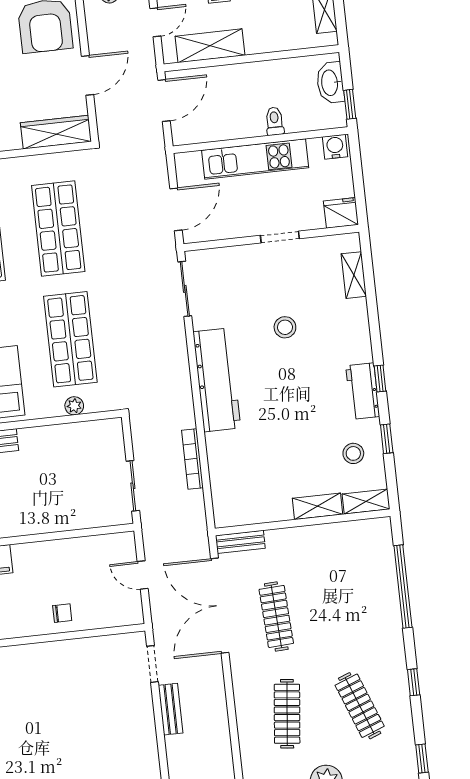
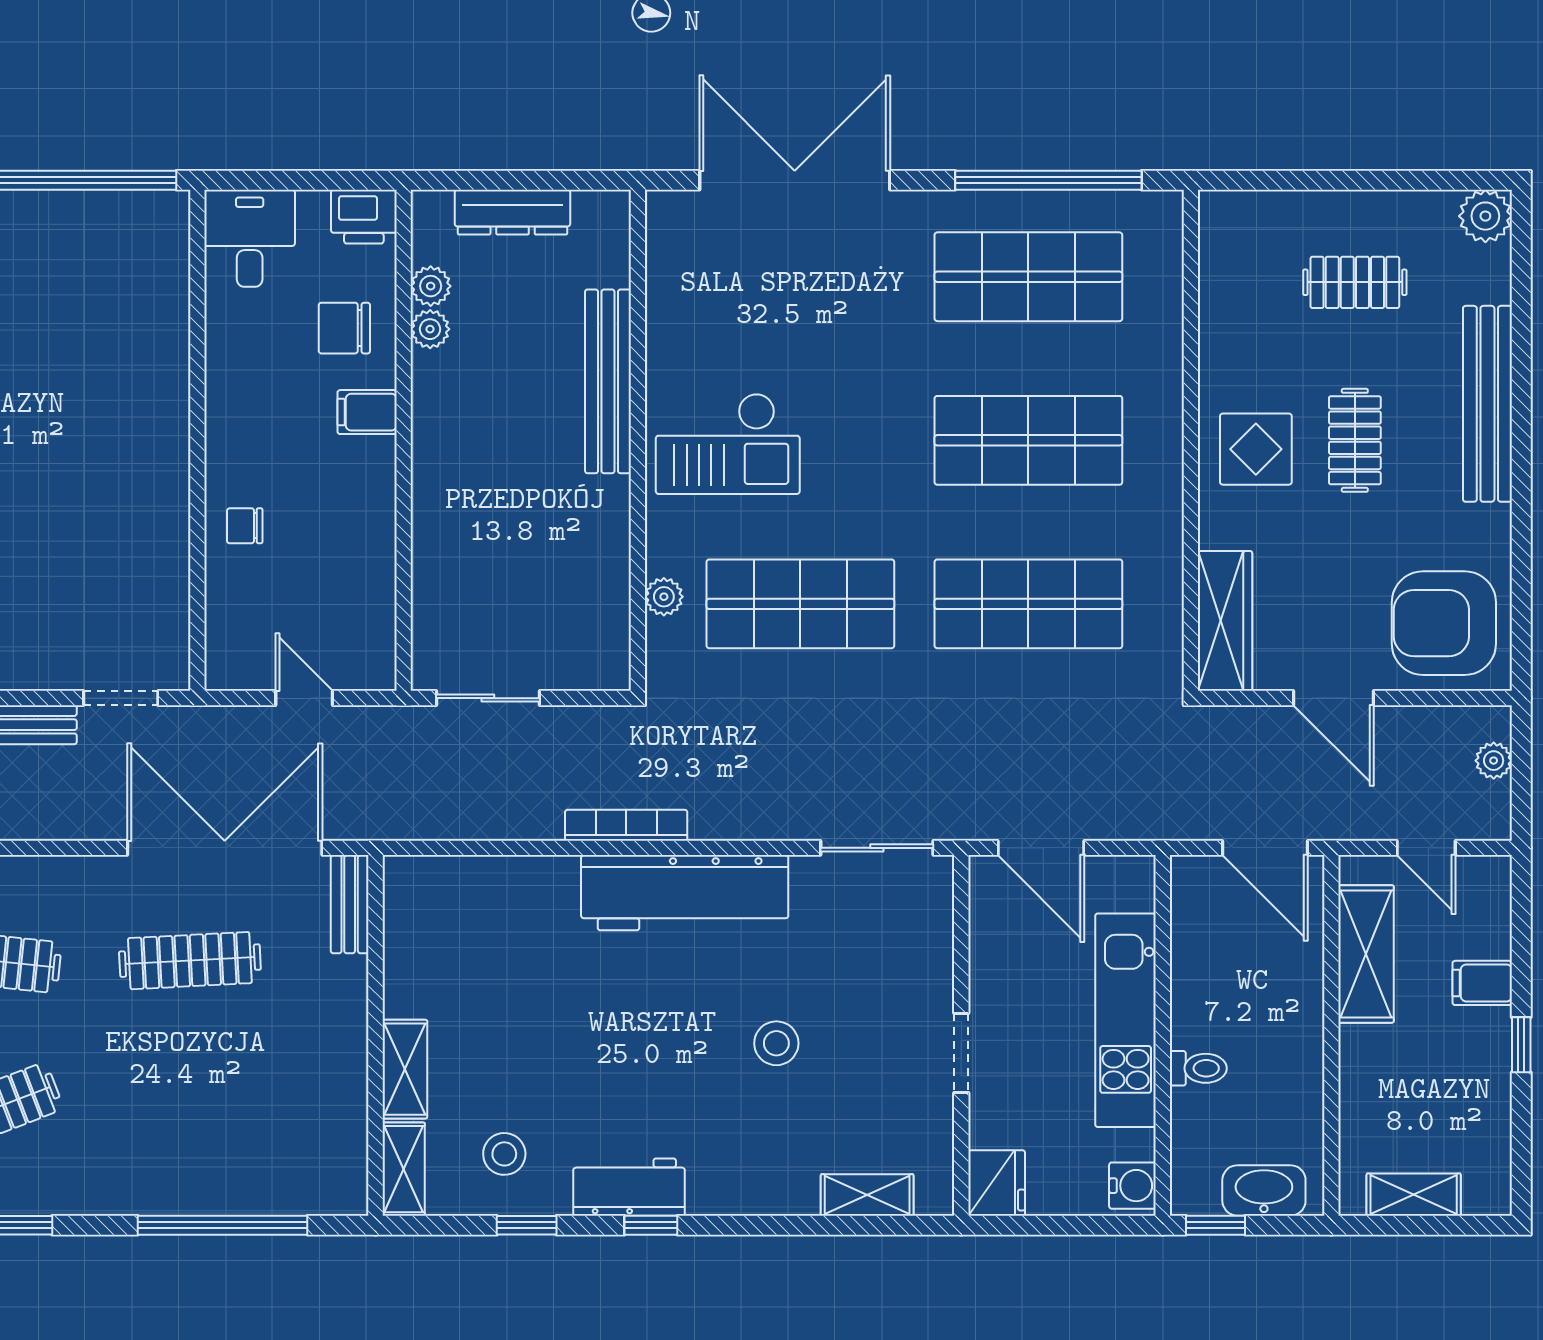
bookcase: (192, 459) -> (626, 825), moved
door: (143, 575) -> (304, 698), hinge flipped
chair: (62, 613) -> (245, 526), turned 90

